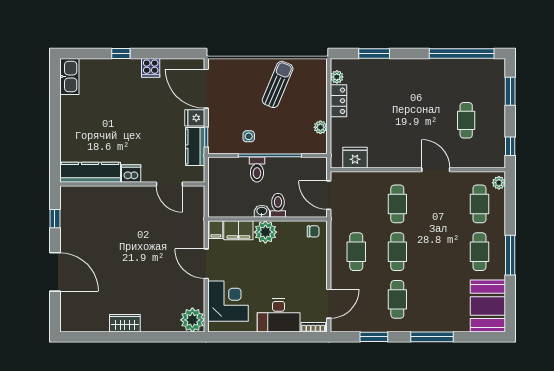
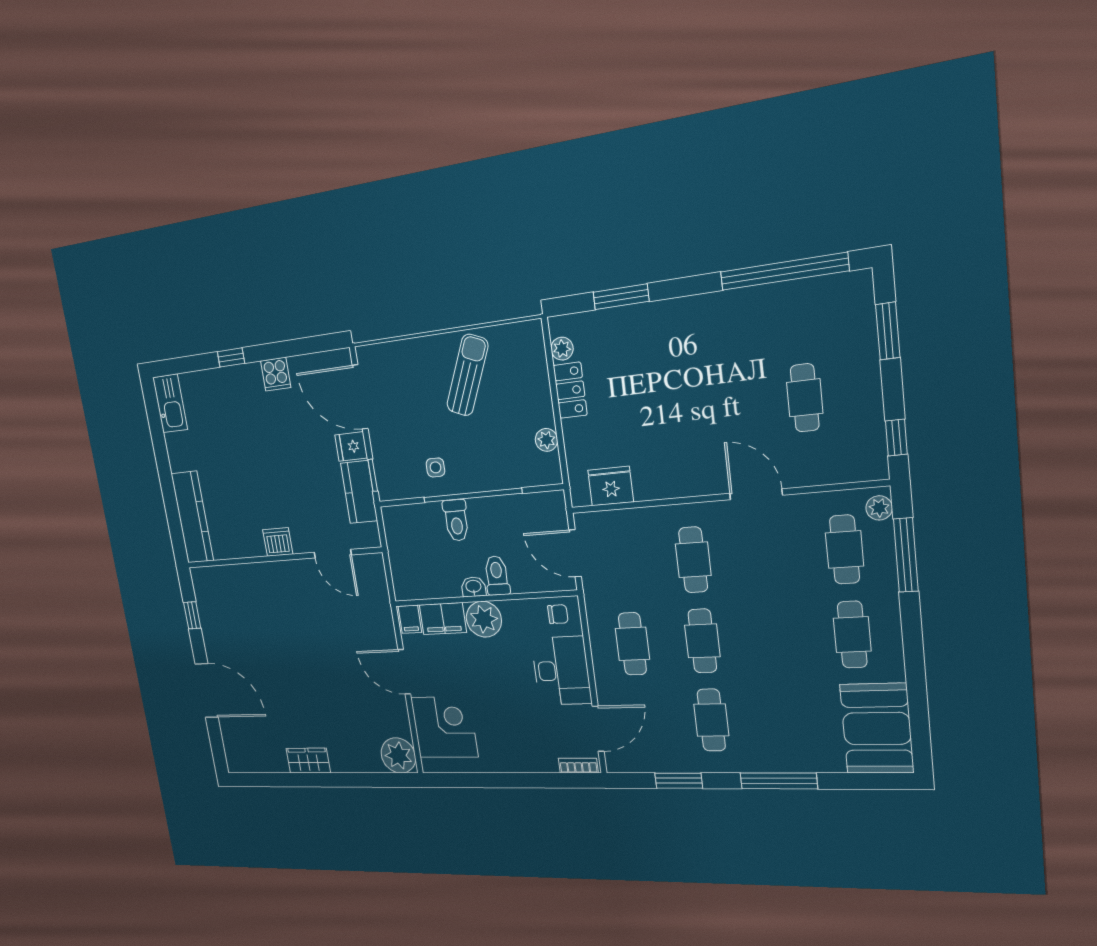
kitchen counter: (90, 172) -> (192, 517), moved, turned 90
window: (510, 255) -> (906, 555), moved
desk: (279, 315) -> (561, 671), moved, turned -90

